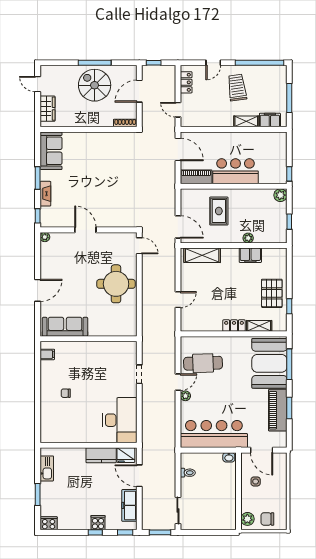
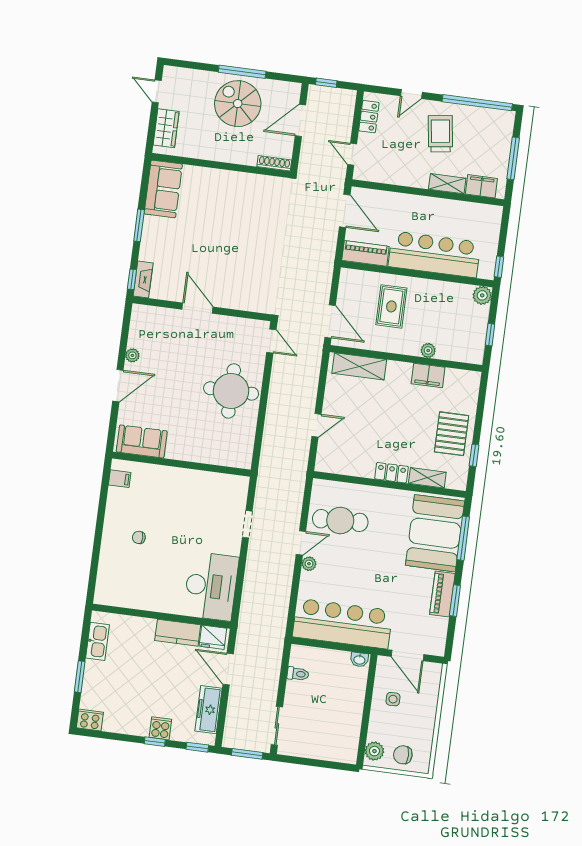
bar counter: (236, 171) -> (434, 254), width x1.36
fireplace: (45, 194) -> (143, 279), moved
plant: (45, 237) -> (132, 355), moved
sofa: (65, 327) -> (142, 441), width x0.73
piano: (278, 410) -> (442, 594), width x0.73, depth x0.75

